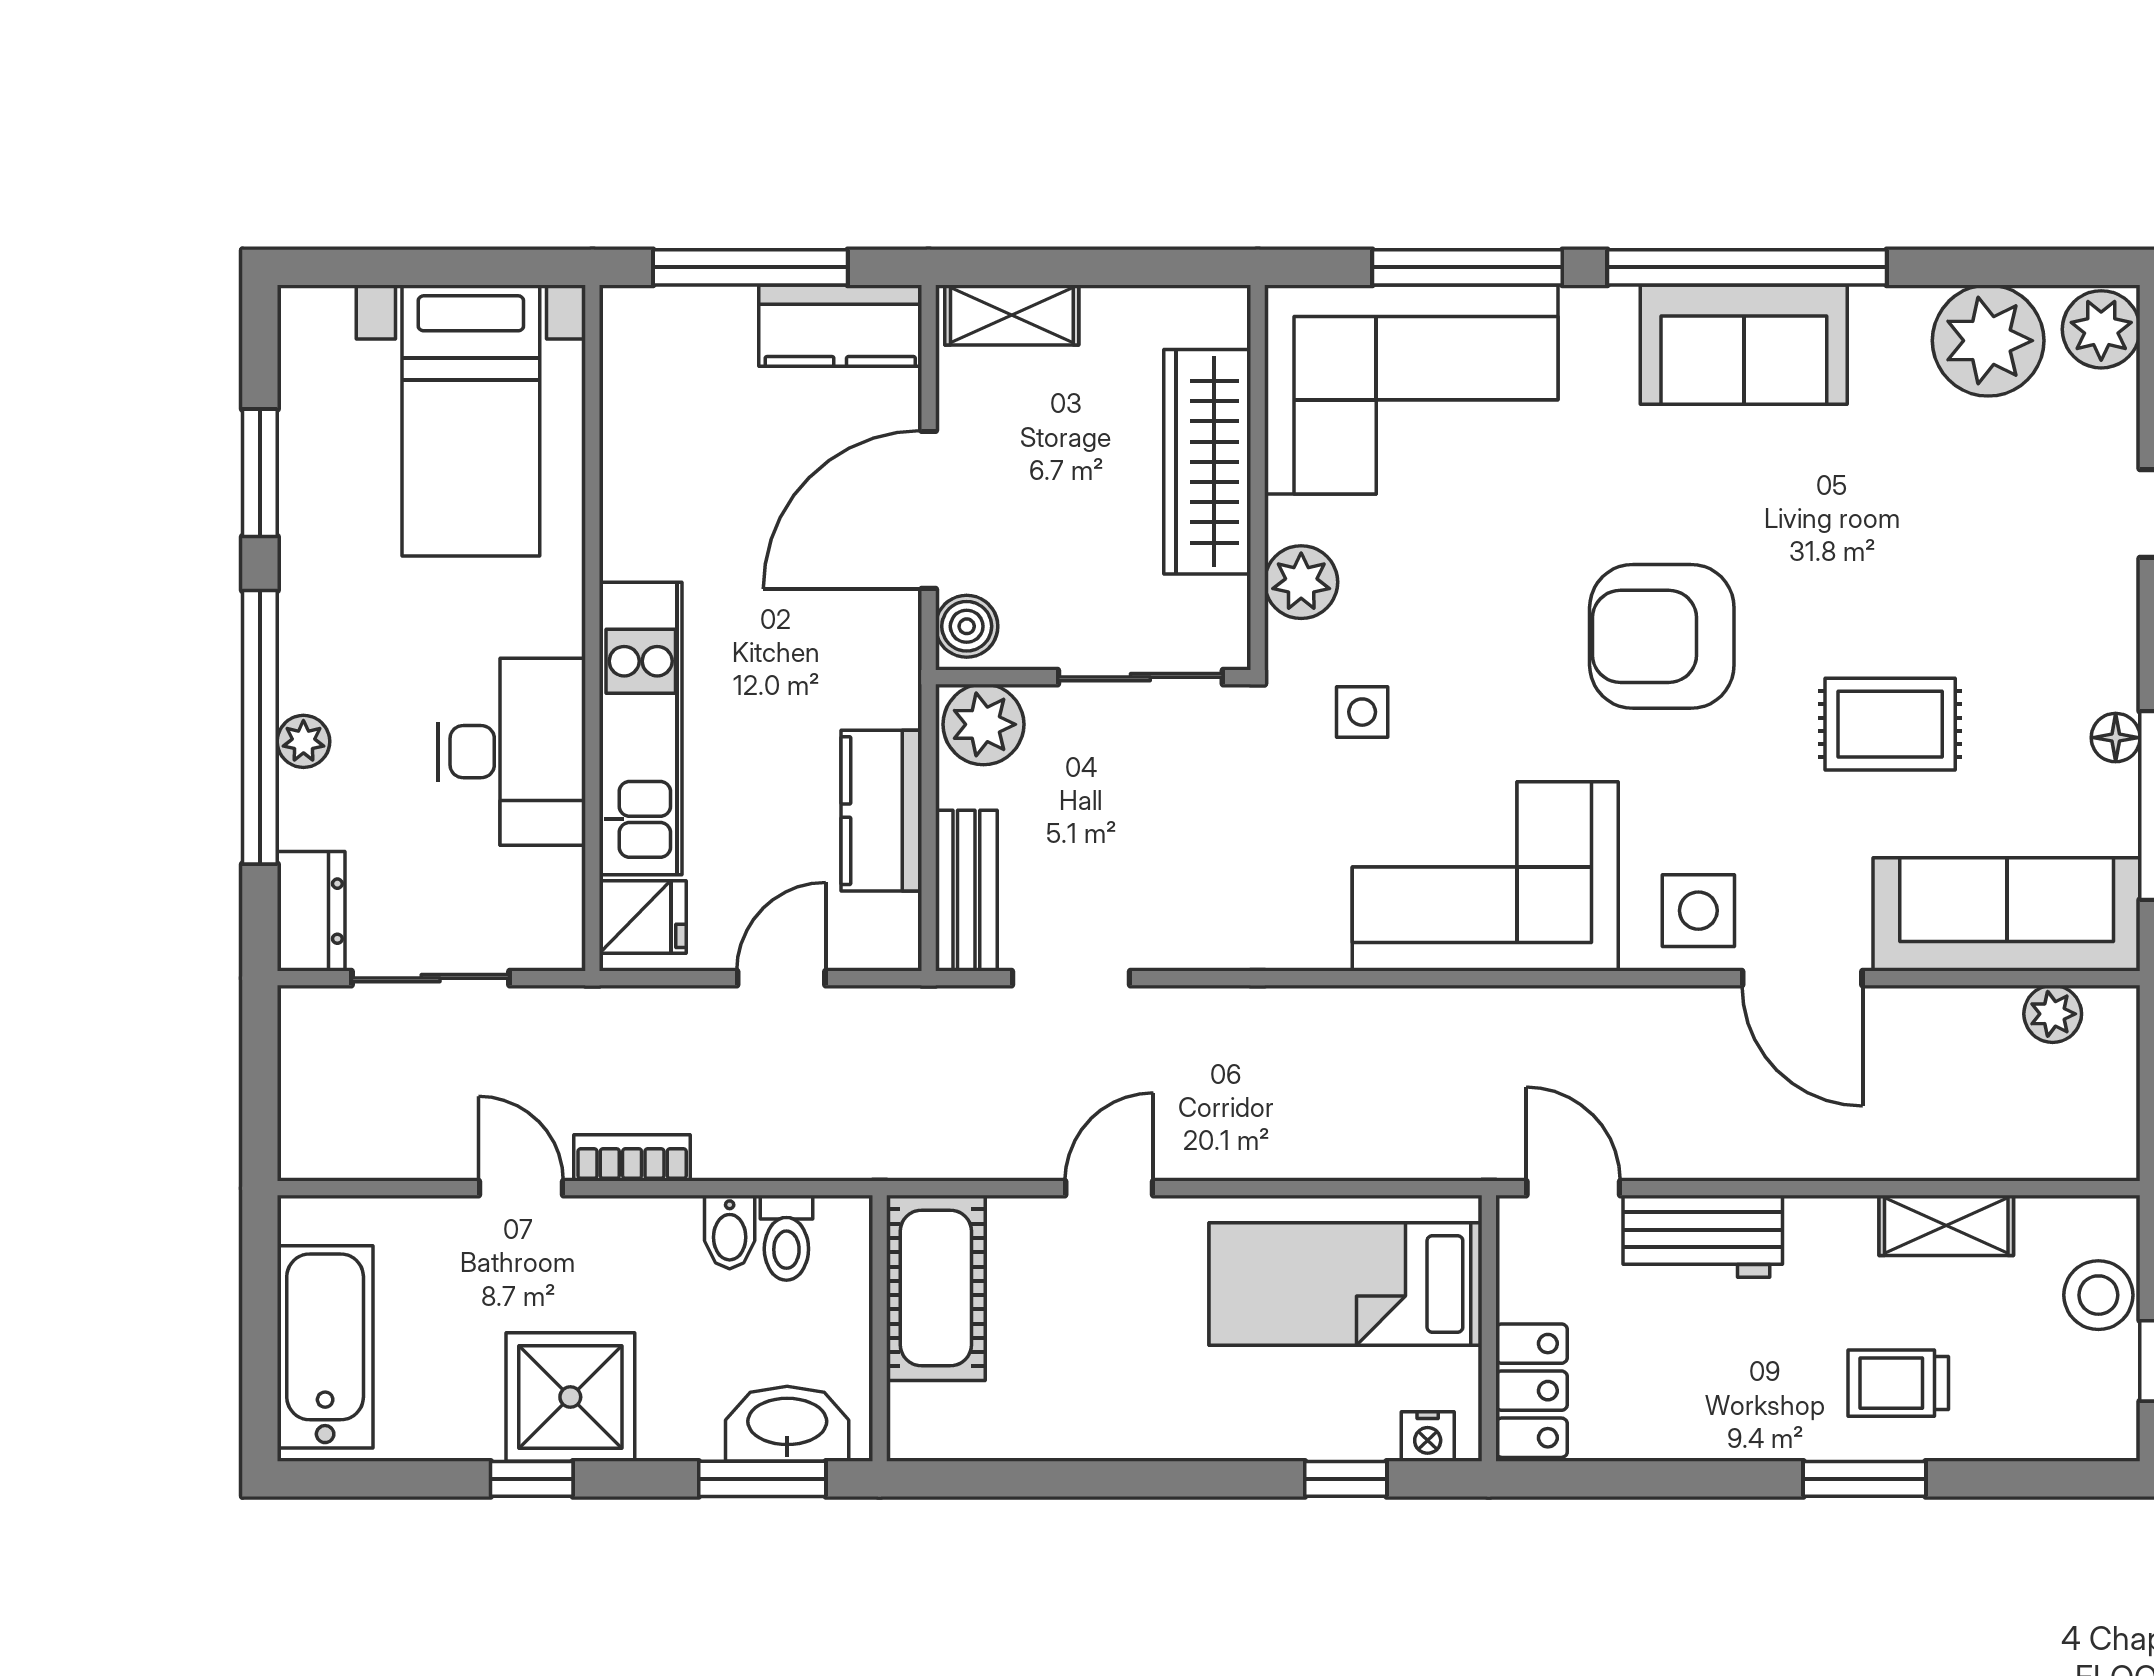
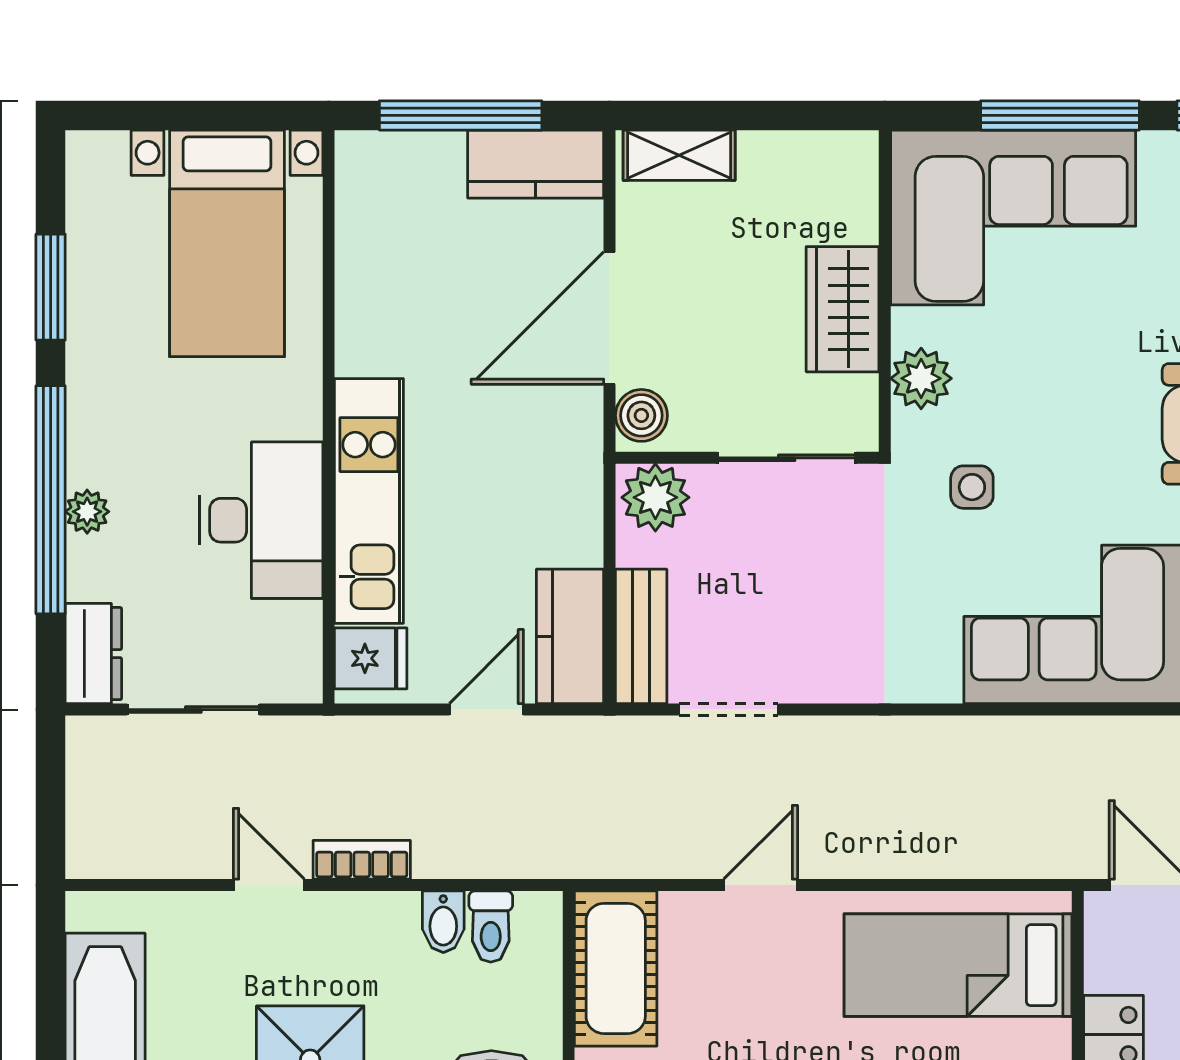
wardrobe: (1207, 462) -> (843, 309), width x0.67
kitchen counter: (881, 811) -> (570, 636), moved

